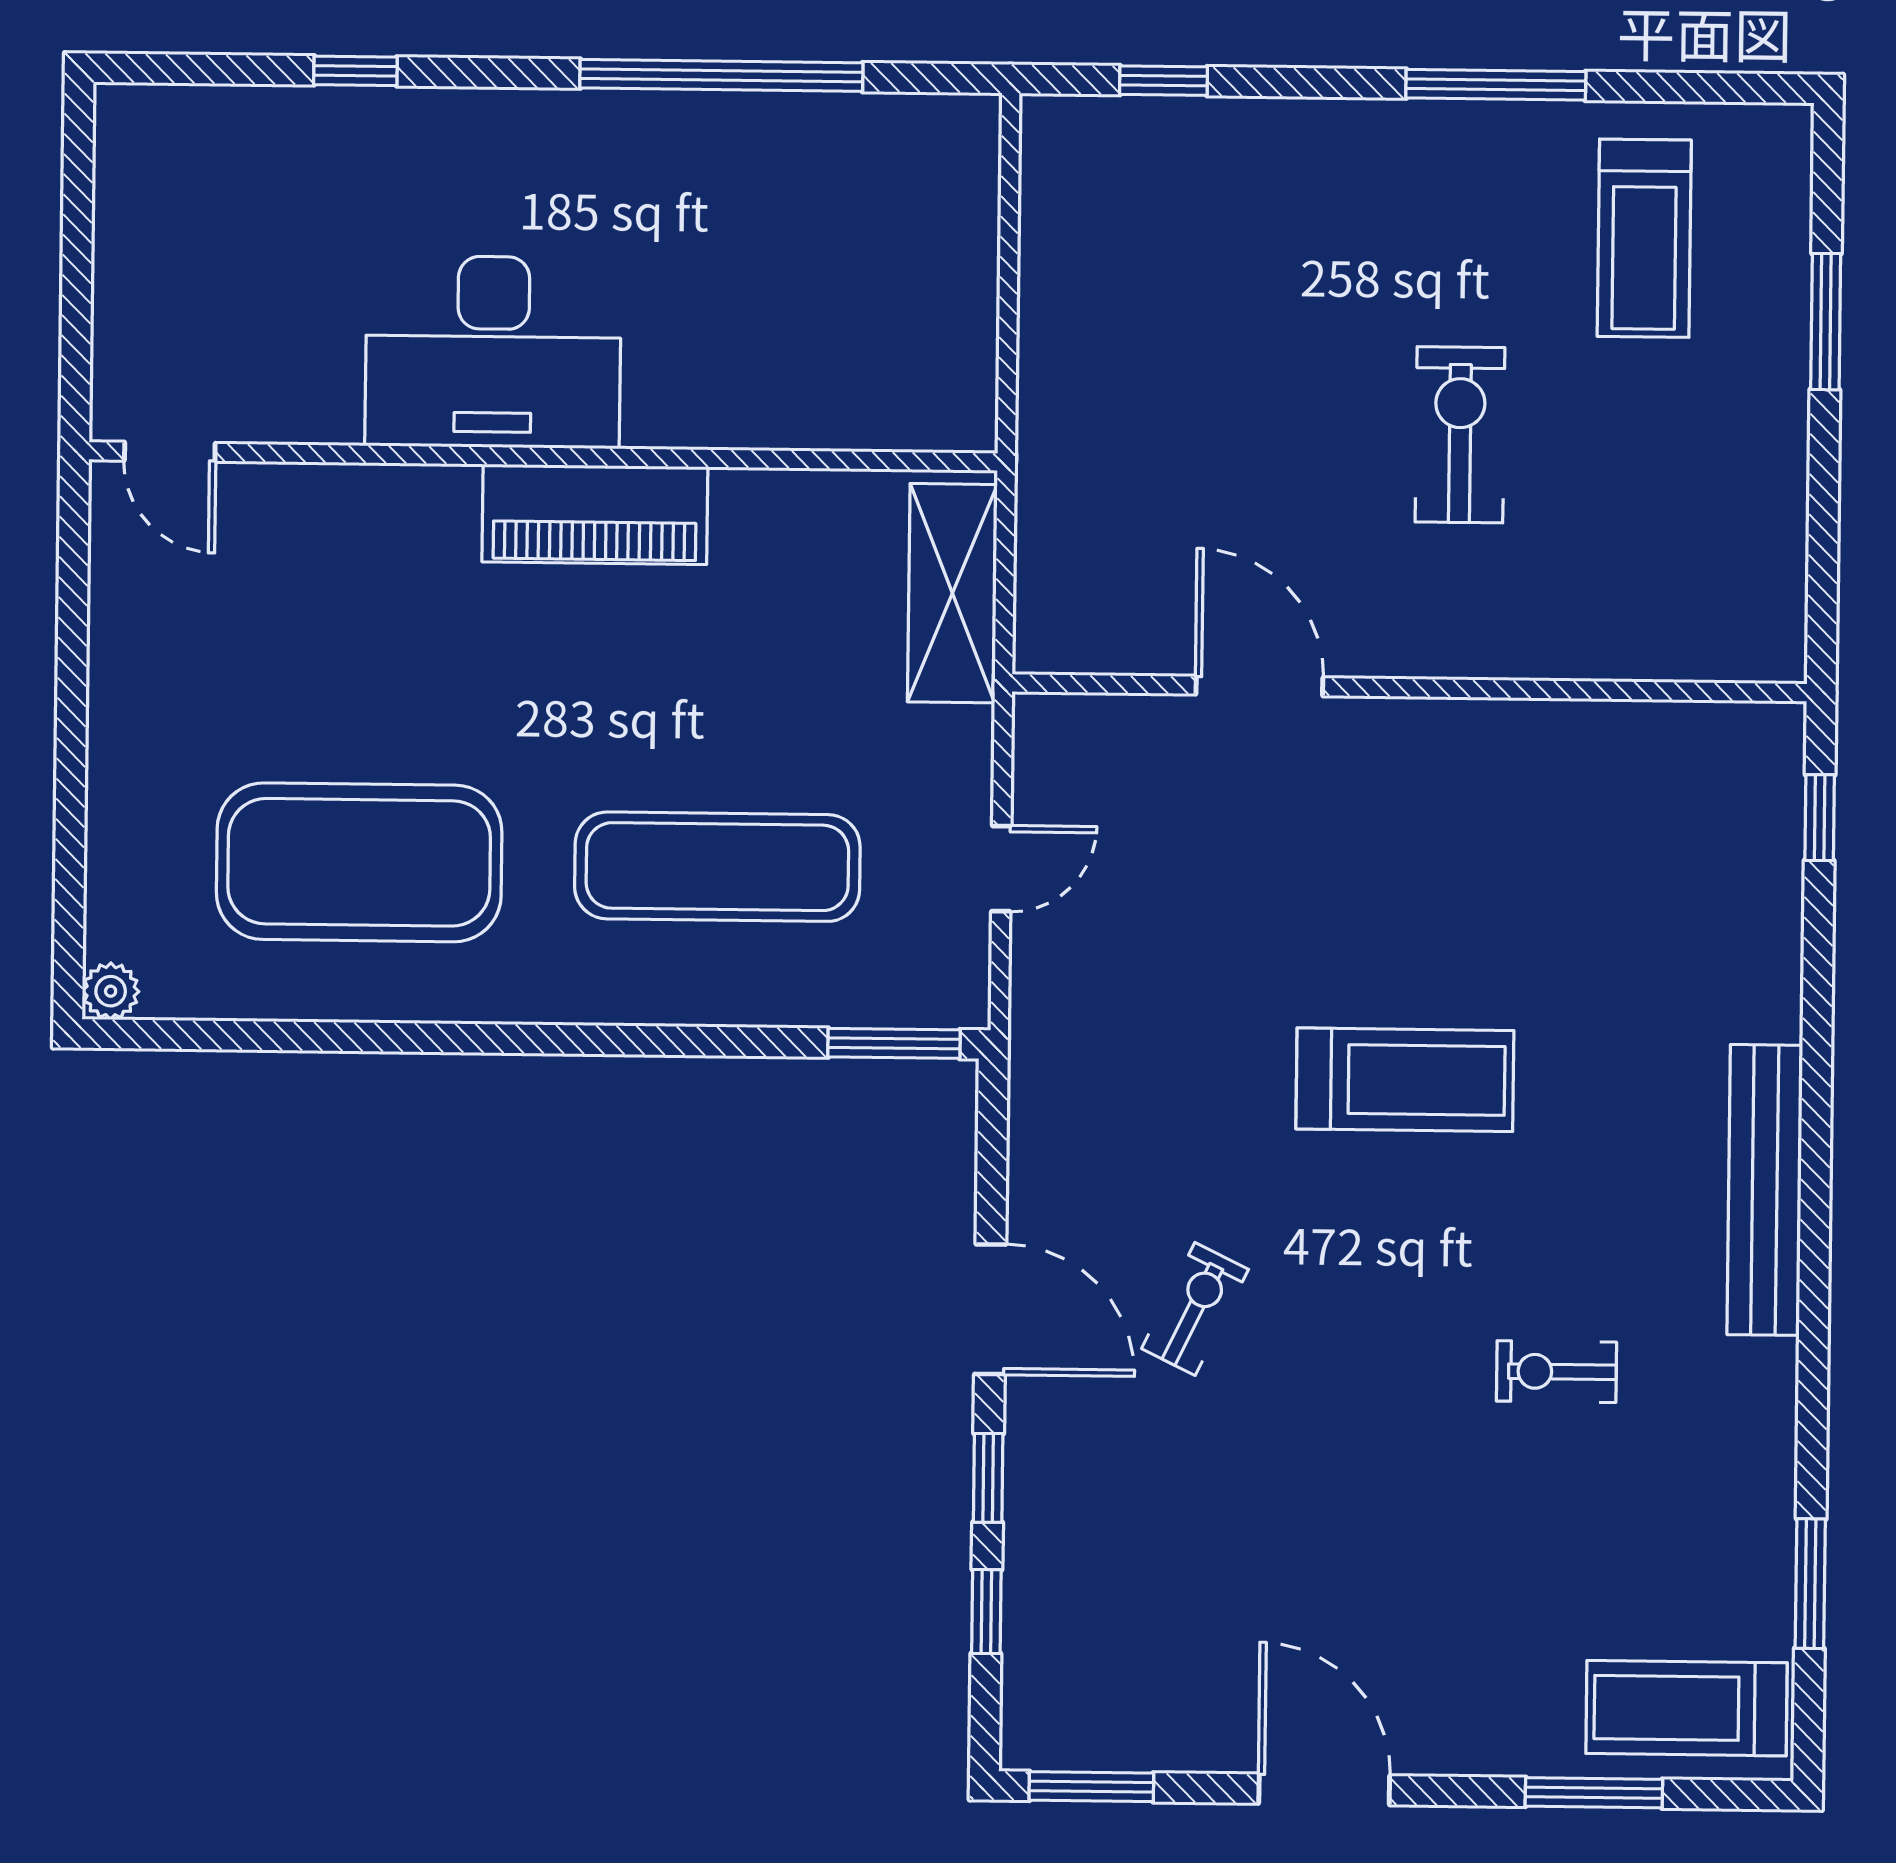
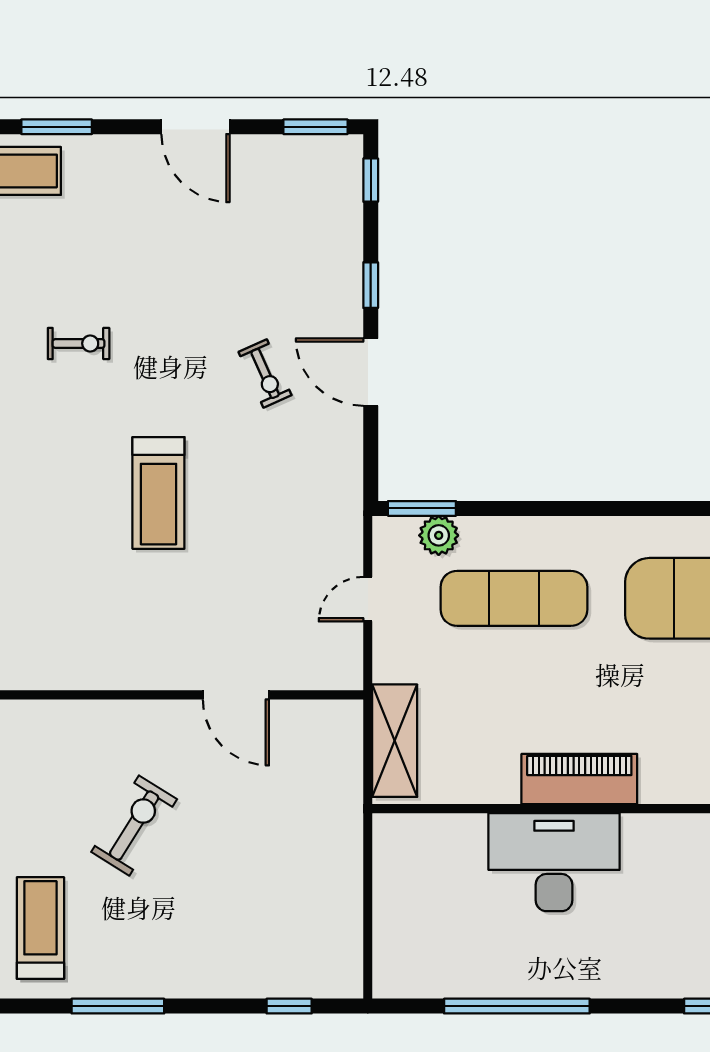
desk: (493, 352) -> (554, 862), moved
exercise bike: (1460, 435) -> (134, 826), turned -148
plant: (862, 991) -> (439, 535), added
treadmill: (1405, 1080) -> (158, 493), turned -90
exercise bike: (1195, 1309) -> (265, 373), turned -50
window: (986, 1612) -> (371, 180), moved

